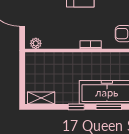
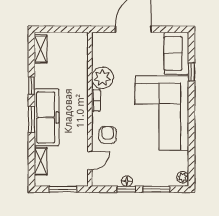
plant: (36, 43) -> (102, 78), moved, width x1.87, depth x1.87

